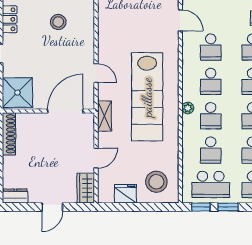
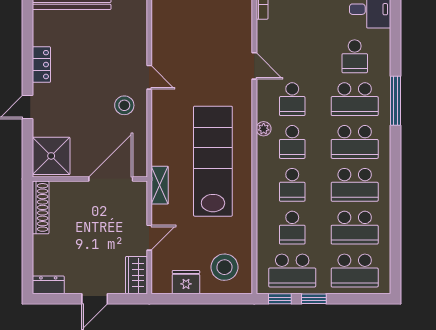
stool: (58, 22) -> (124, 105), moved
door: (96, 73) -> (149, 77), moved
lab bench: (147, 97) -> (213, 161), turned 180
plant: (188, 108) -> (264, 129), moved

